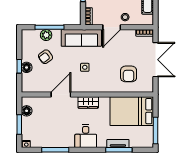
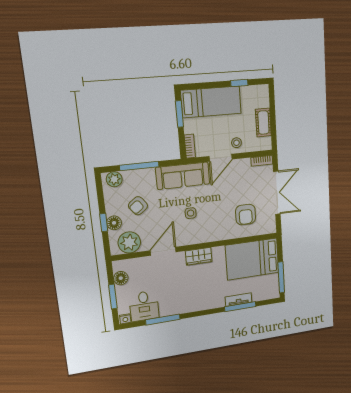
plant: (46, 35) -> (114, 179), moved
plant: (36, 84) -> (129, 242), added
desk: (86, 136) -> (144, 306), moved

